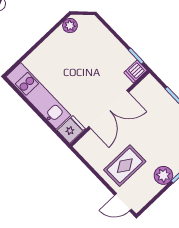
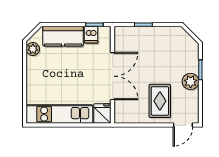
kitchen counter: (103, 40) -> (63, 36), added
dishwasher: (135, 72) -> (91, 35), moved

